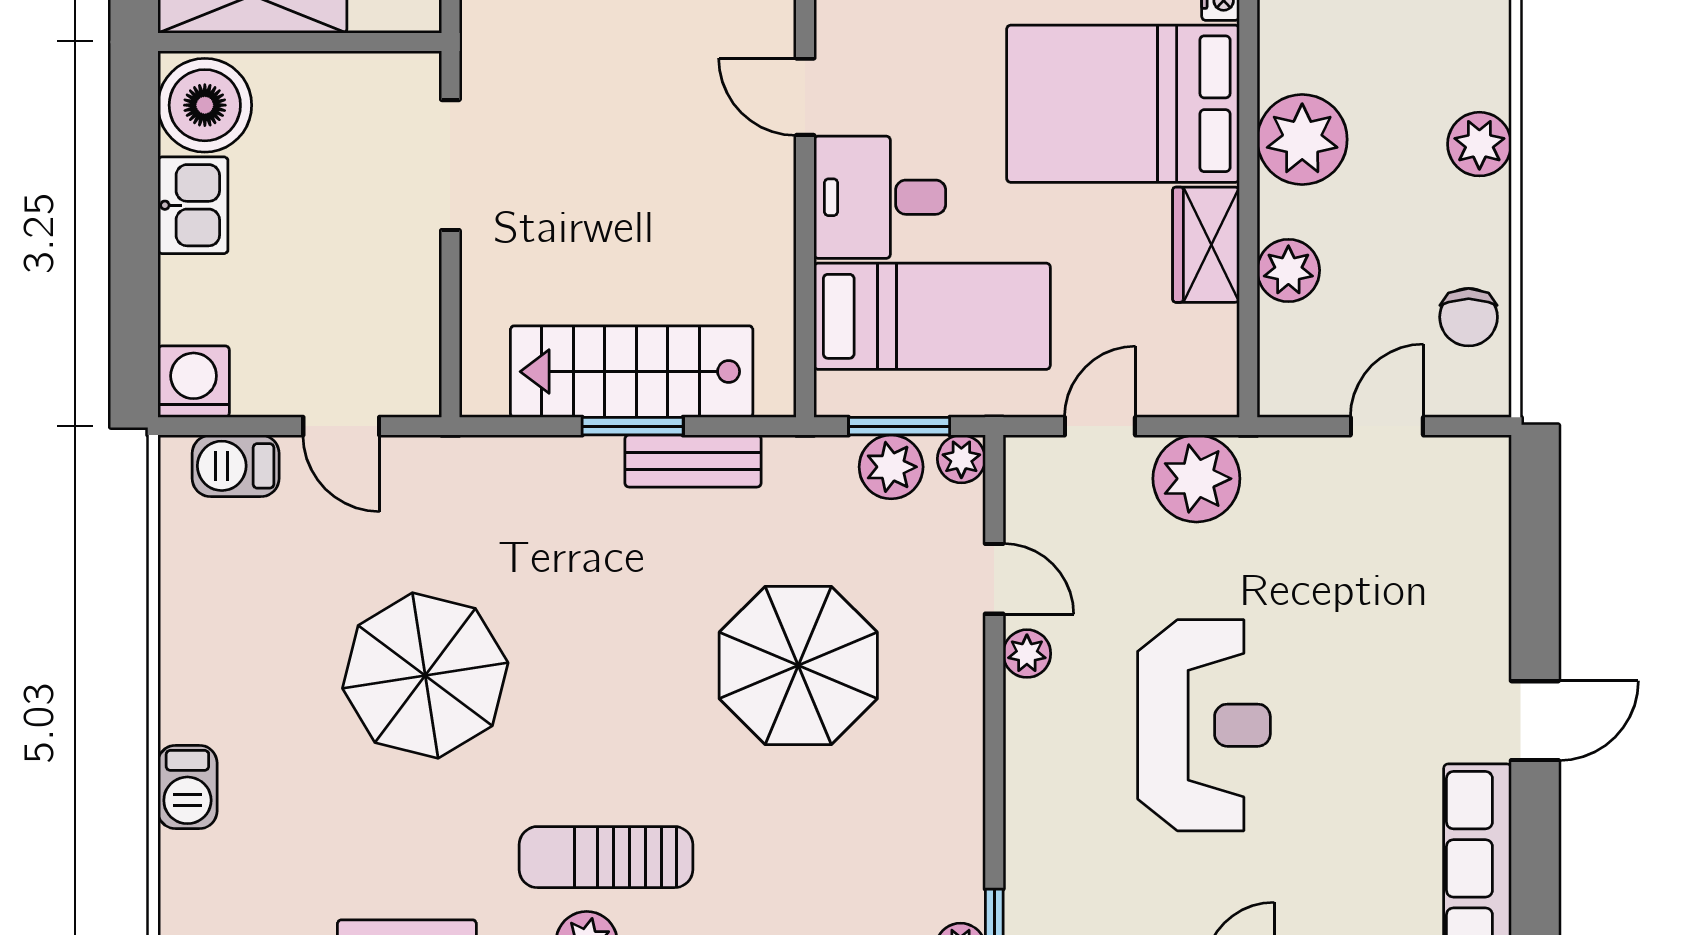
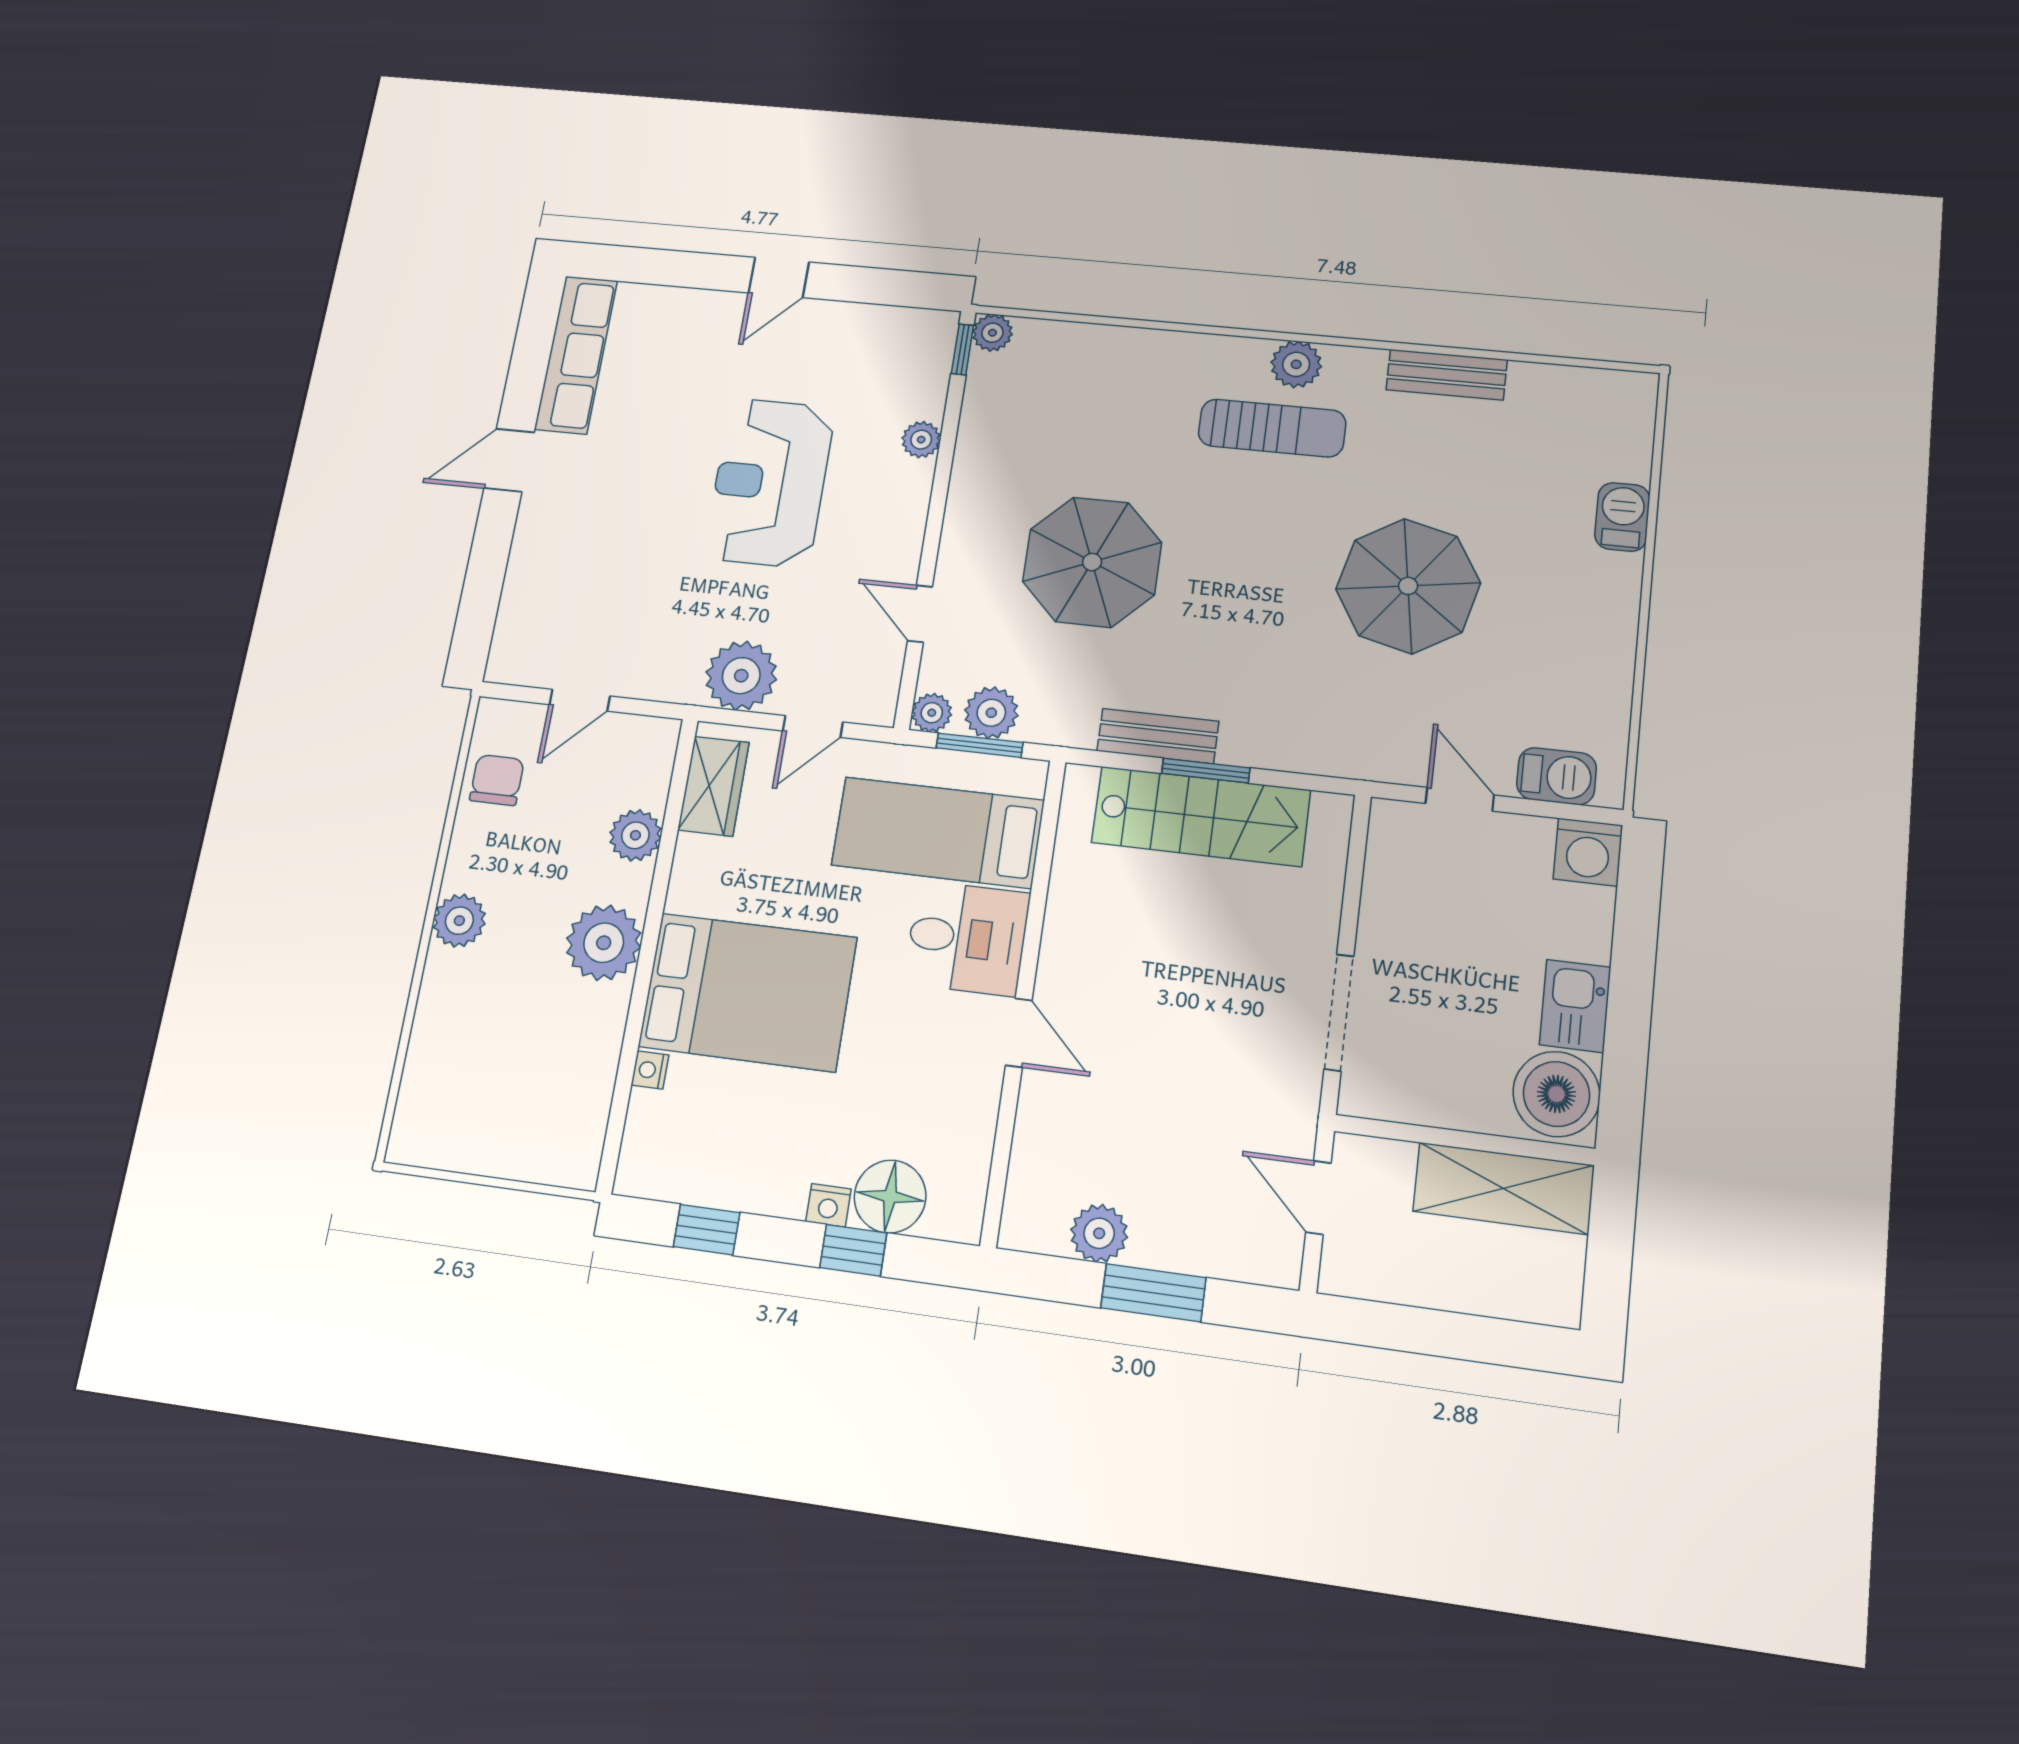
wardrobe: (1206, 245) -> (713, 786), moved
plant: (1027, 654) -> (921, 440), moved

